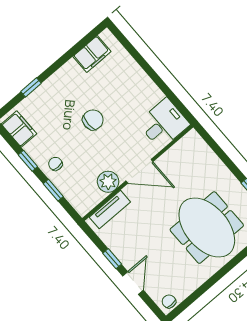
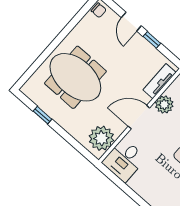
plant: (186, 153) -> (101, 138), added

